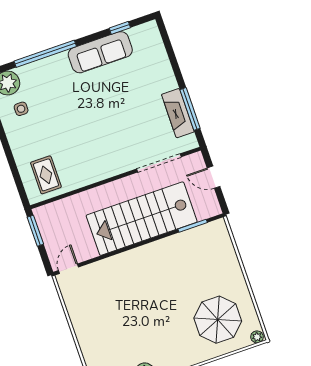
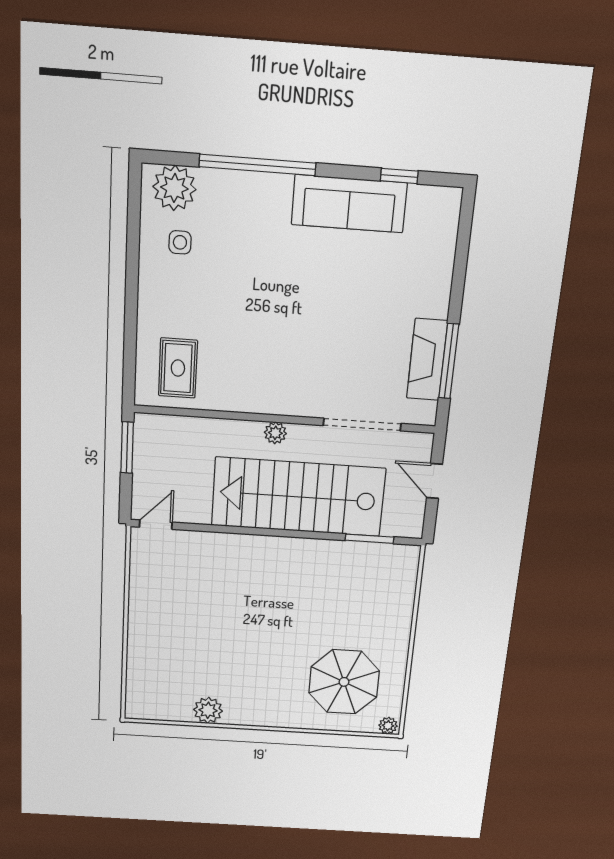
plant: (113, 188) -> (275, 433), added

